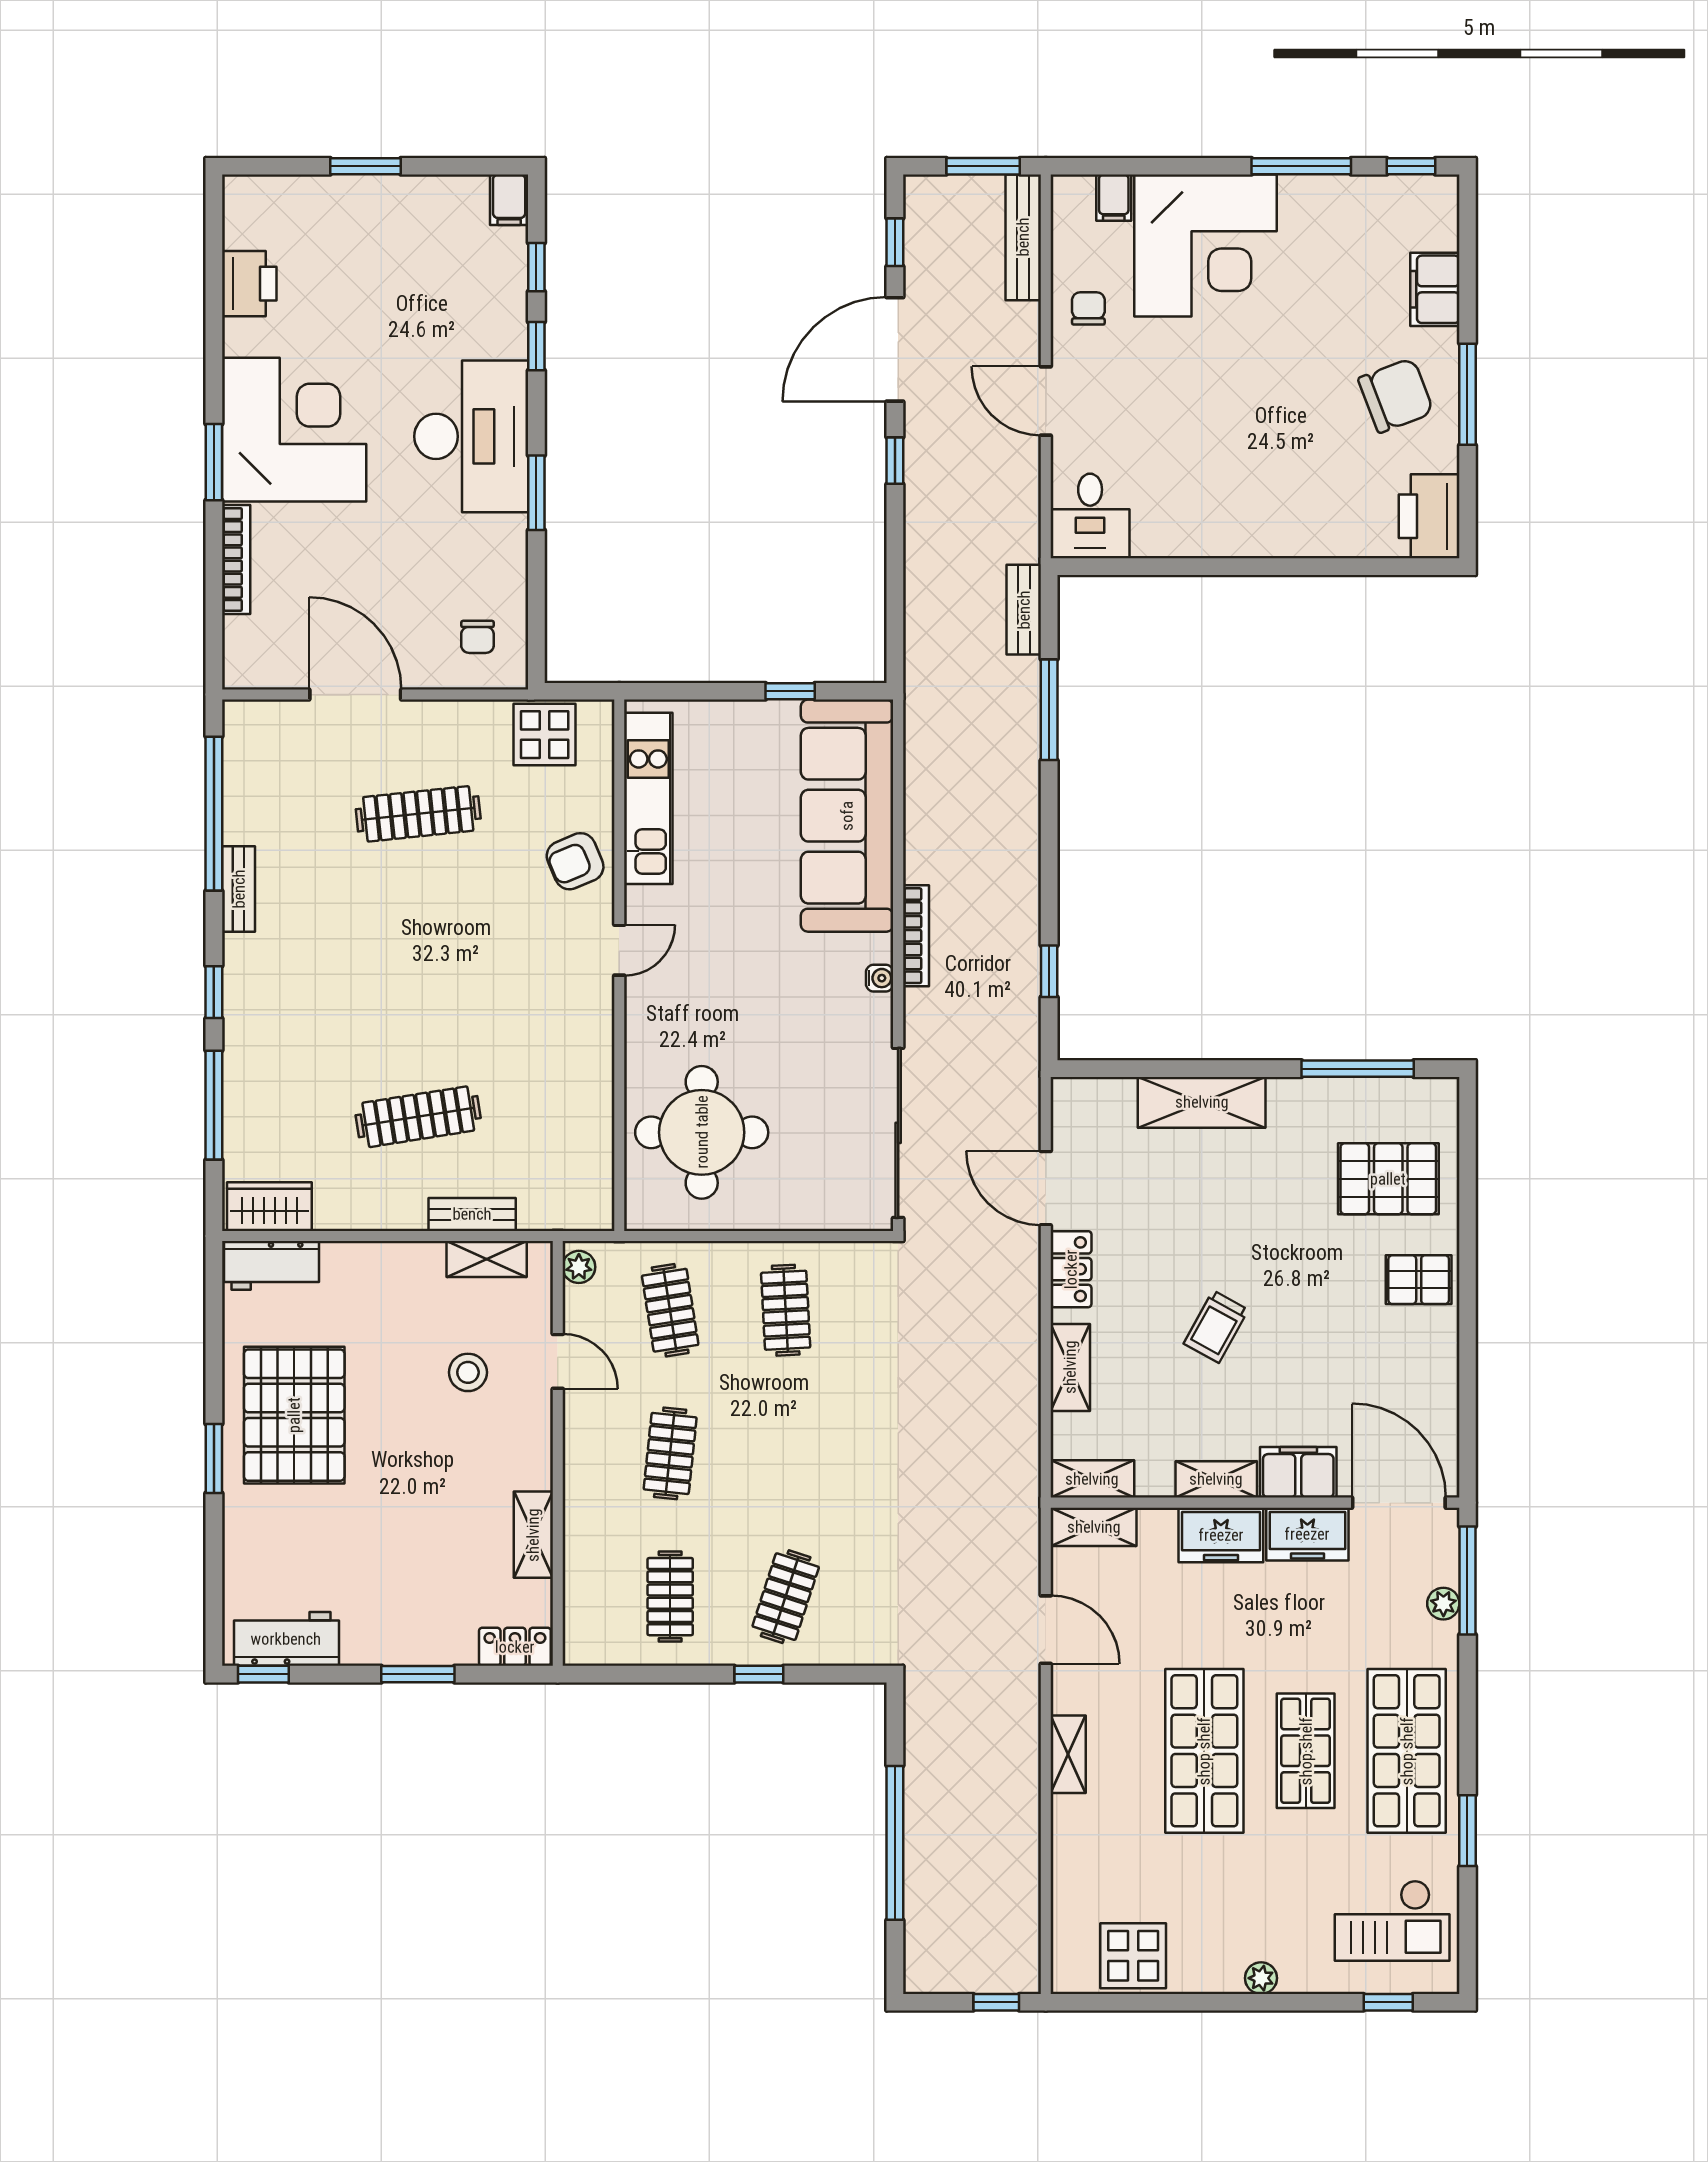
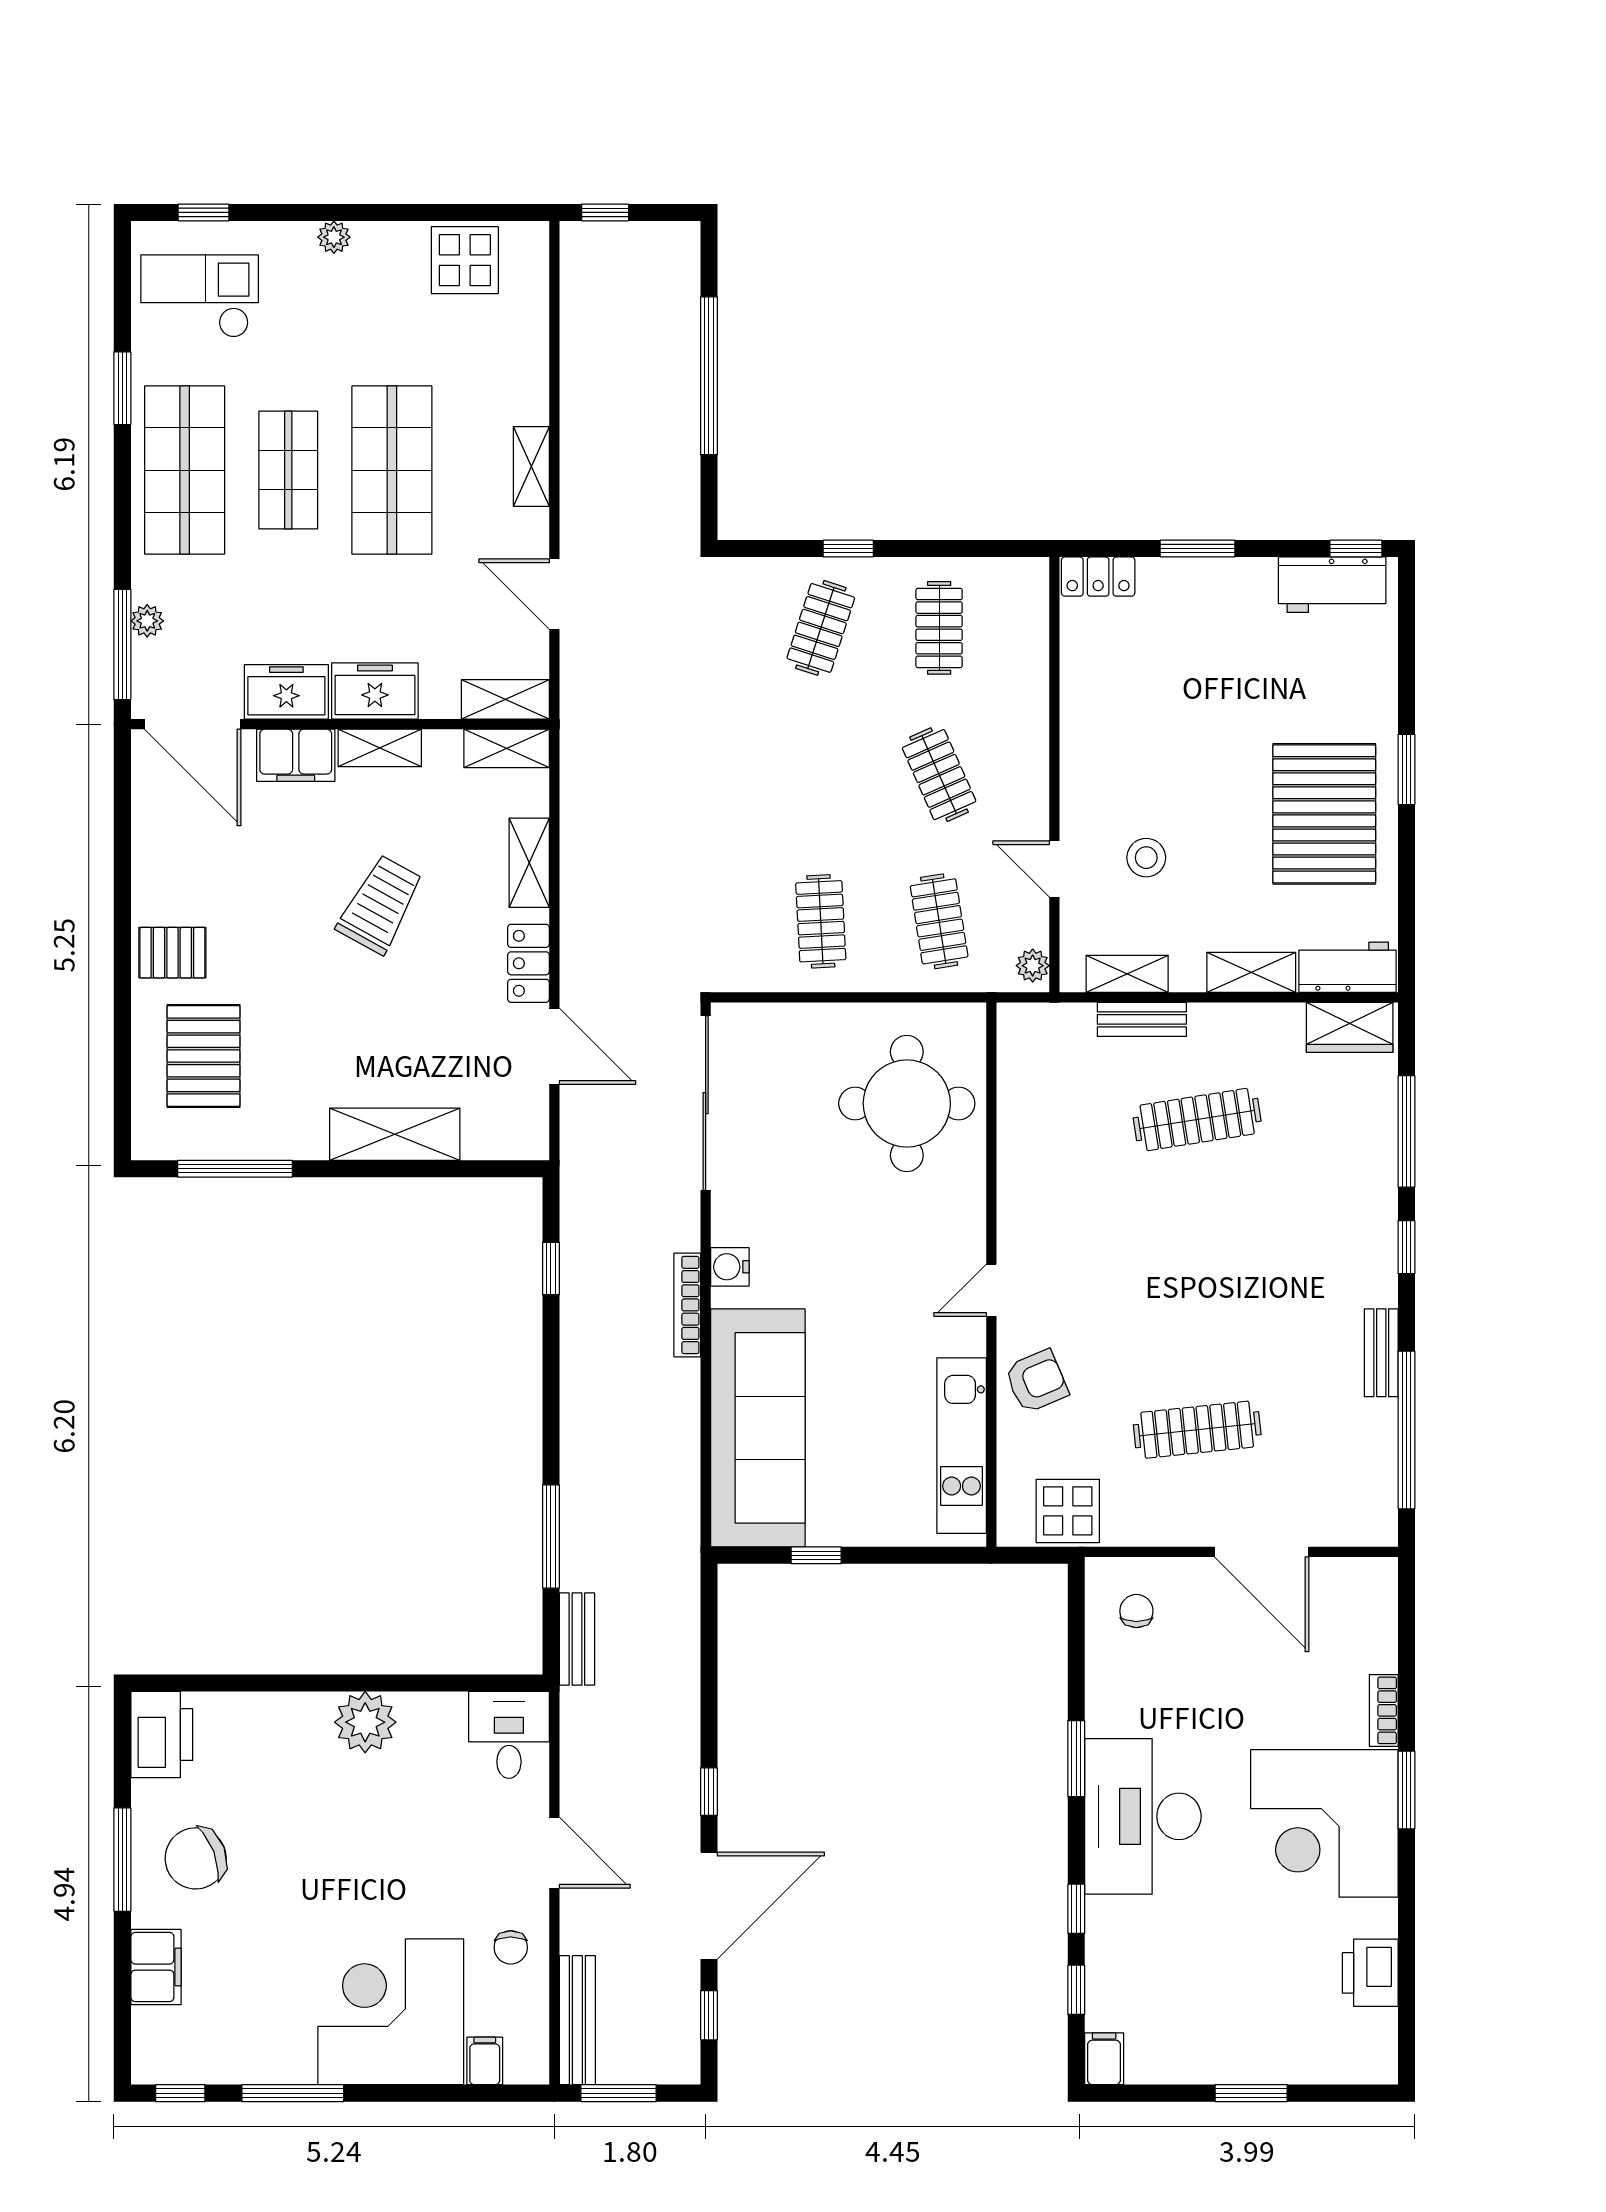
plant: (1230, 528) -> (365, 1722), added
bookcase: (236, 559) -> (1384, 1710), width x0.64
water cooler: (880, 978) -> (730, 1267), width x1.38, depth x1.38
pallet: (1388, 1179) -> (204, 1056), turned 90
trolley: (1216, 1327) -> (380, 905), width x1.36, depth x1.39
clothes rail: (670, 1453) -> (939, 775), turned -30
shelving: (533, 1535) -> (1251, 972), moved, turned 90

